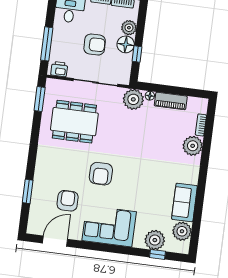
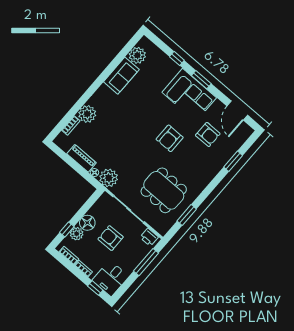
window: (137, 54) -> (67, 229), moved
window: (40, 99) -> (187, 215), moved
armchair: (101, 174) -> (170, 138), turned 180
armchair: (68, 201) -> (208, 134), turned -90
plant: (155, 240) -> (162, 62), removed
door: (55, 241) -> (237, 111), hinge flipped
window: (107, 248) -> (201, 80), added
window: (157, 254) -> (177, 59), moved

